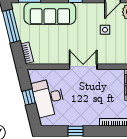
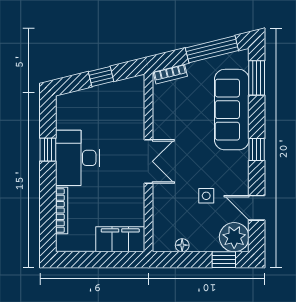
desk: (48, 98) -> (77, 158), moved, turned -76

